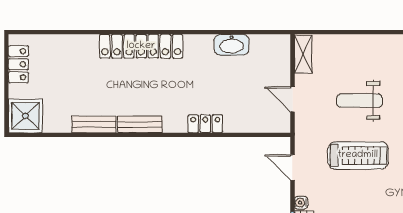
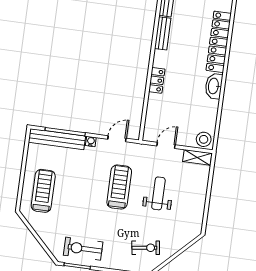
washbasin: (232, 45) -> (214, 86), moved
stool: (277, 49) -> (204, 139), added
treadmill: (358, 155) -> (119, 187), turned 180

